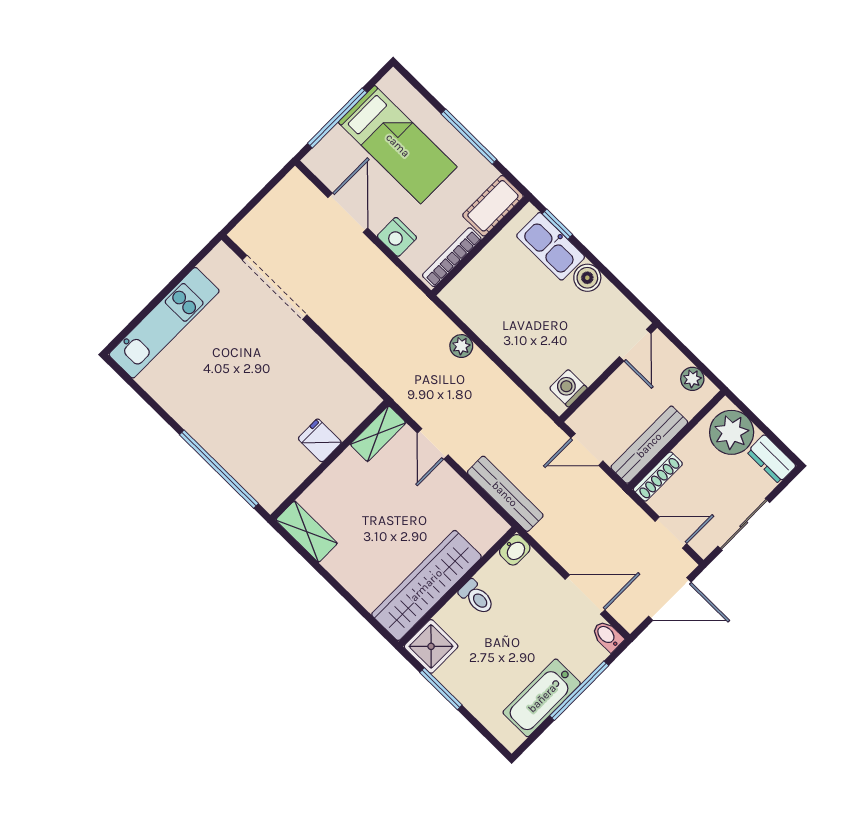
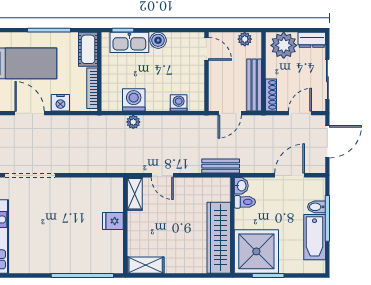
washing machine: (488, 320) -> (134, 100), added
washing machine: (568, 388) -> (179, 103), moved, turned 90
bench: (505, 494) -> (221, 166), width x0.73
toilet: (477, 597) -> (245, 202), moved
bidet: (607, 636) -> (316, 207), moved
shower: (431, 646) -> (256, 251), width x1.86, depth x1.86

